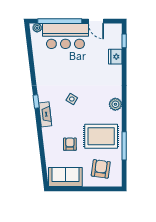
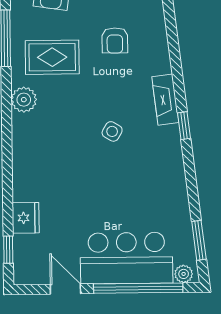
window: (29, 44) -> (199, 240), added
plant: (115, 104) -> (24, 100), moved
rug: (101, 136) -> (52, 57), width x0.73, depth x0.70

